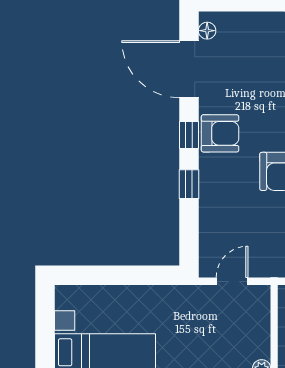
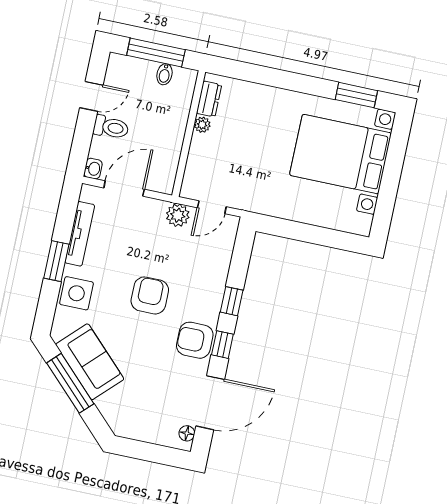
door: (189, 69) -> (210, 403), hinge flipped
plant: (267, 265) -> (178, 215), added

